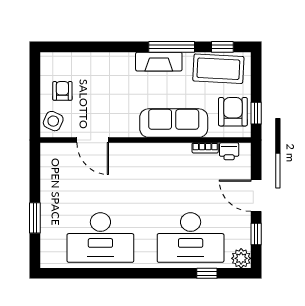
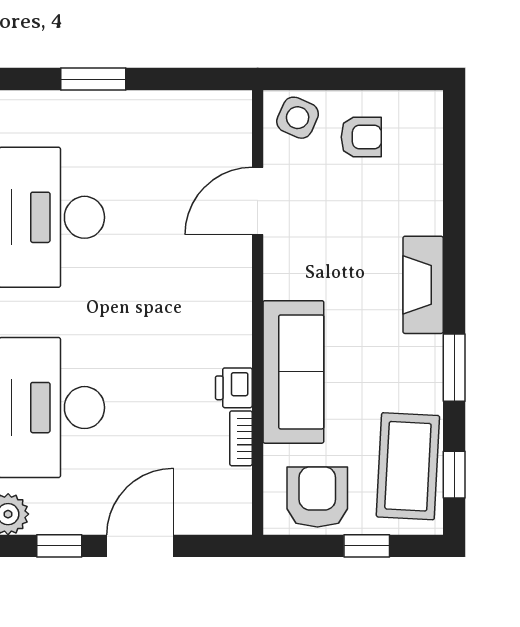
window: (172, 47) -> (454, 368), width x0.69
fireplace: (159, 62) -> (423, 285), moved
armchair: (233, 112) -> (317, 497), turned -90
window: (256, 113) -> (367, 546), moved
printer: (229, 151) -> (234, 388), moved

